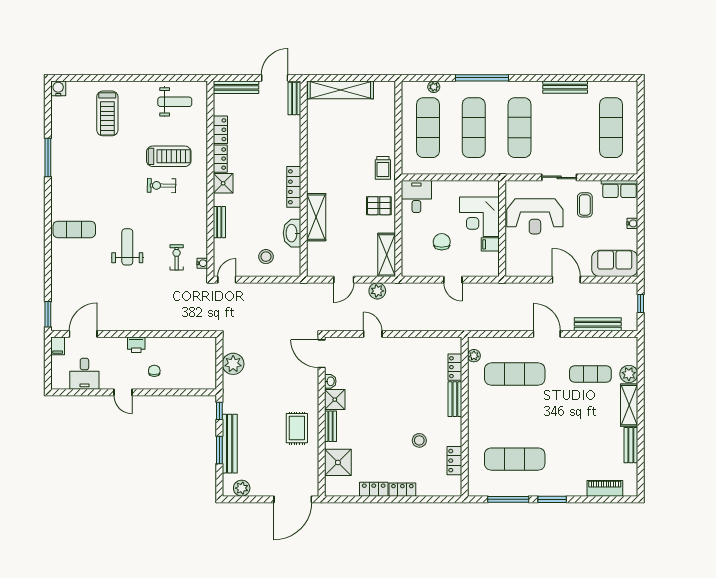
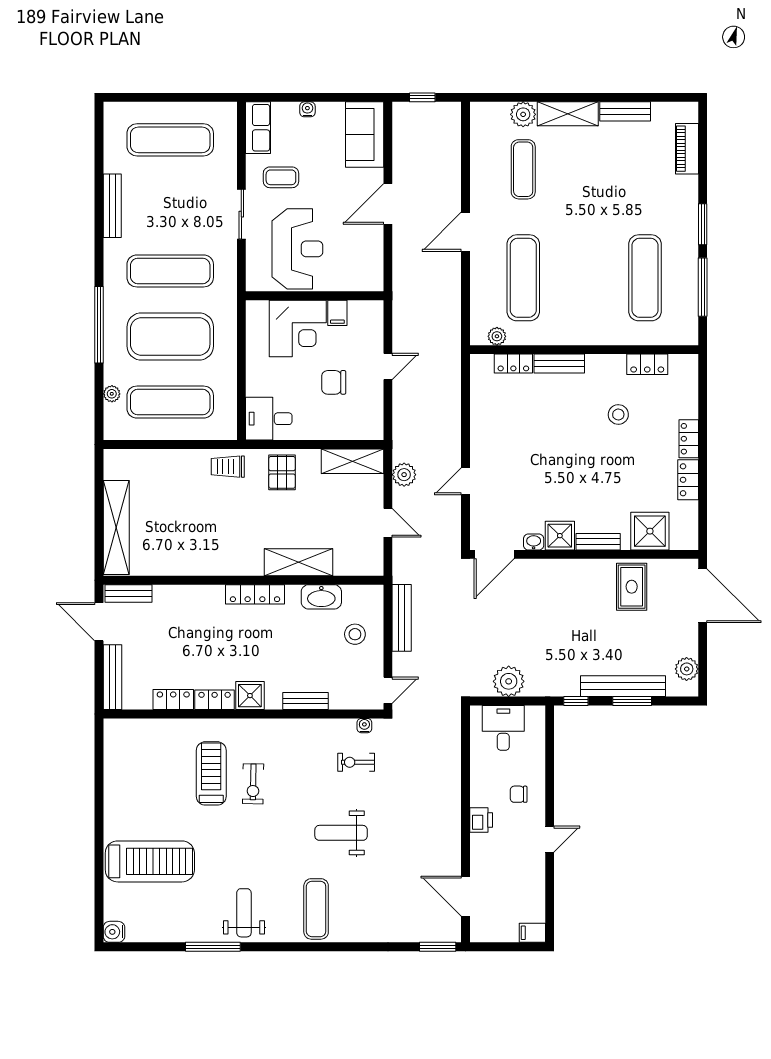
weight bench: (175, 102) -> (244, 913), moved
treadmill: (107, 113) -> (150, 861), width x1.37, depth x1.38
exercise mat: (474, 128) -> (170, 336), width x1.47
trolley: (383, 168) -> (228, 467), turned 180
door: (227, 280) -> (388, 690), swing flipped
bench: (598, 324) -> (402, 618), moved
filing cabinet: (58, 346) -> (532, 933), moved, turned 180
desk: (84, 374) -> (503, 728), moved, turned -90
rug: (297, 428) -> (632, 587), moved, turned 90

